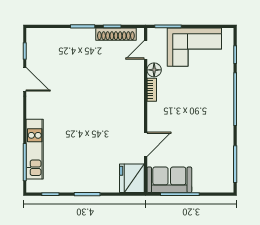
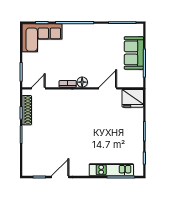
corner sofa: (194, 47) -> (42, 38), moved, turned 90
door: (146, 50) -> (38, 88), swing flipped
floor lamp: (154, 70) -> (82, 82), moved
door: (146, 144) -> (108, 88), hinge flipped
sofa: (169, 180) -> (134, 53), moved

